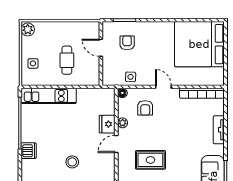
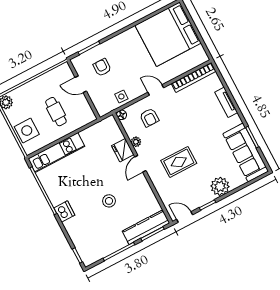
side table: (33, 63) -> (27, 131), width x1.87, depth x1.87

